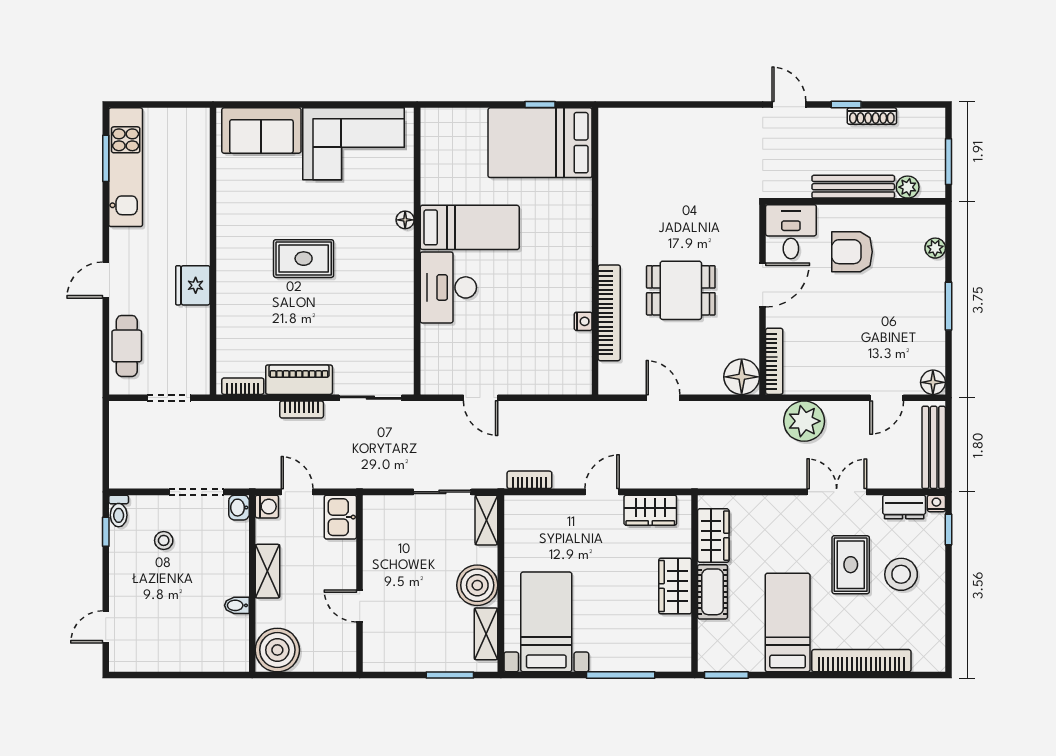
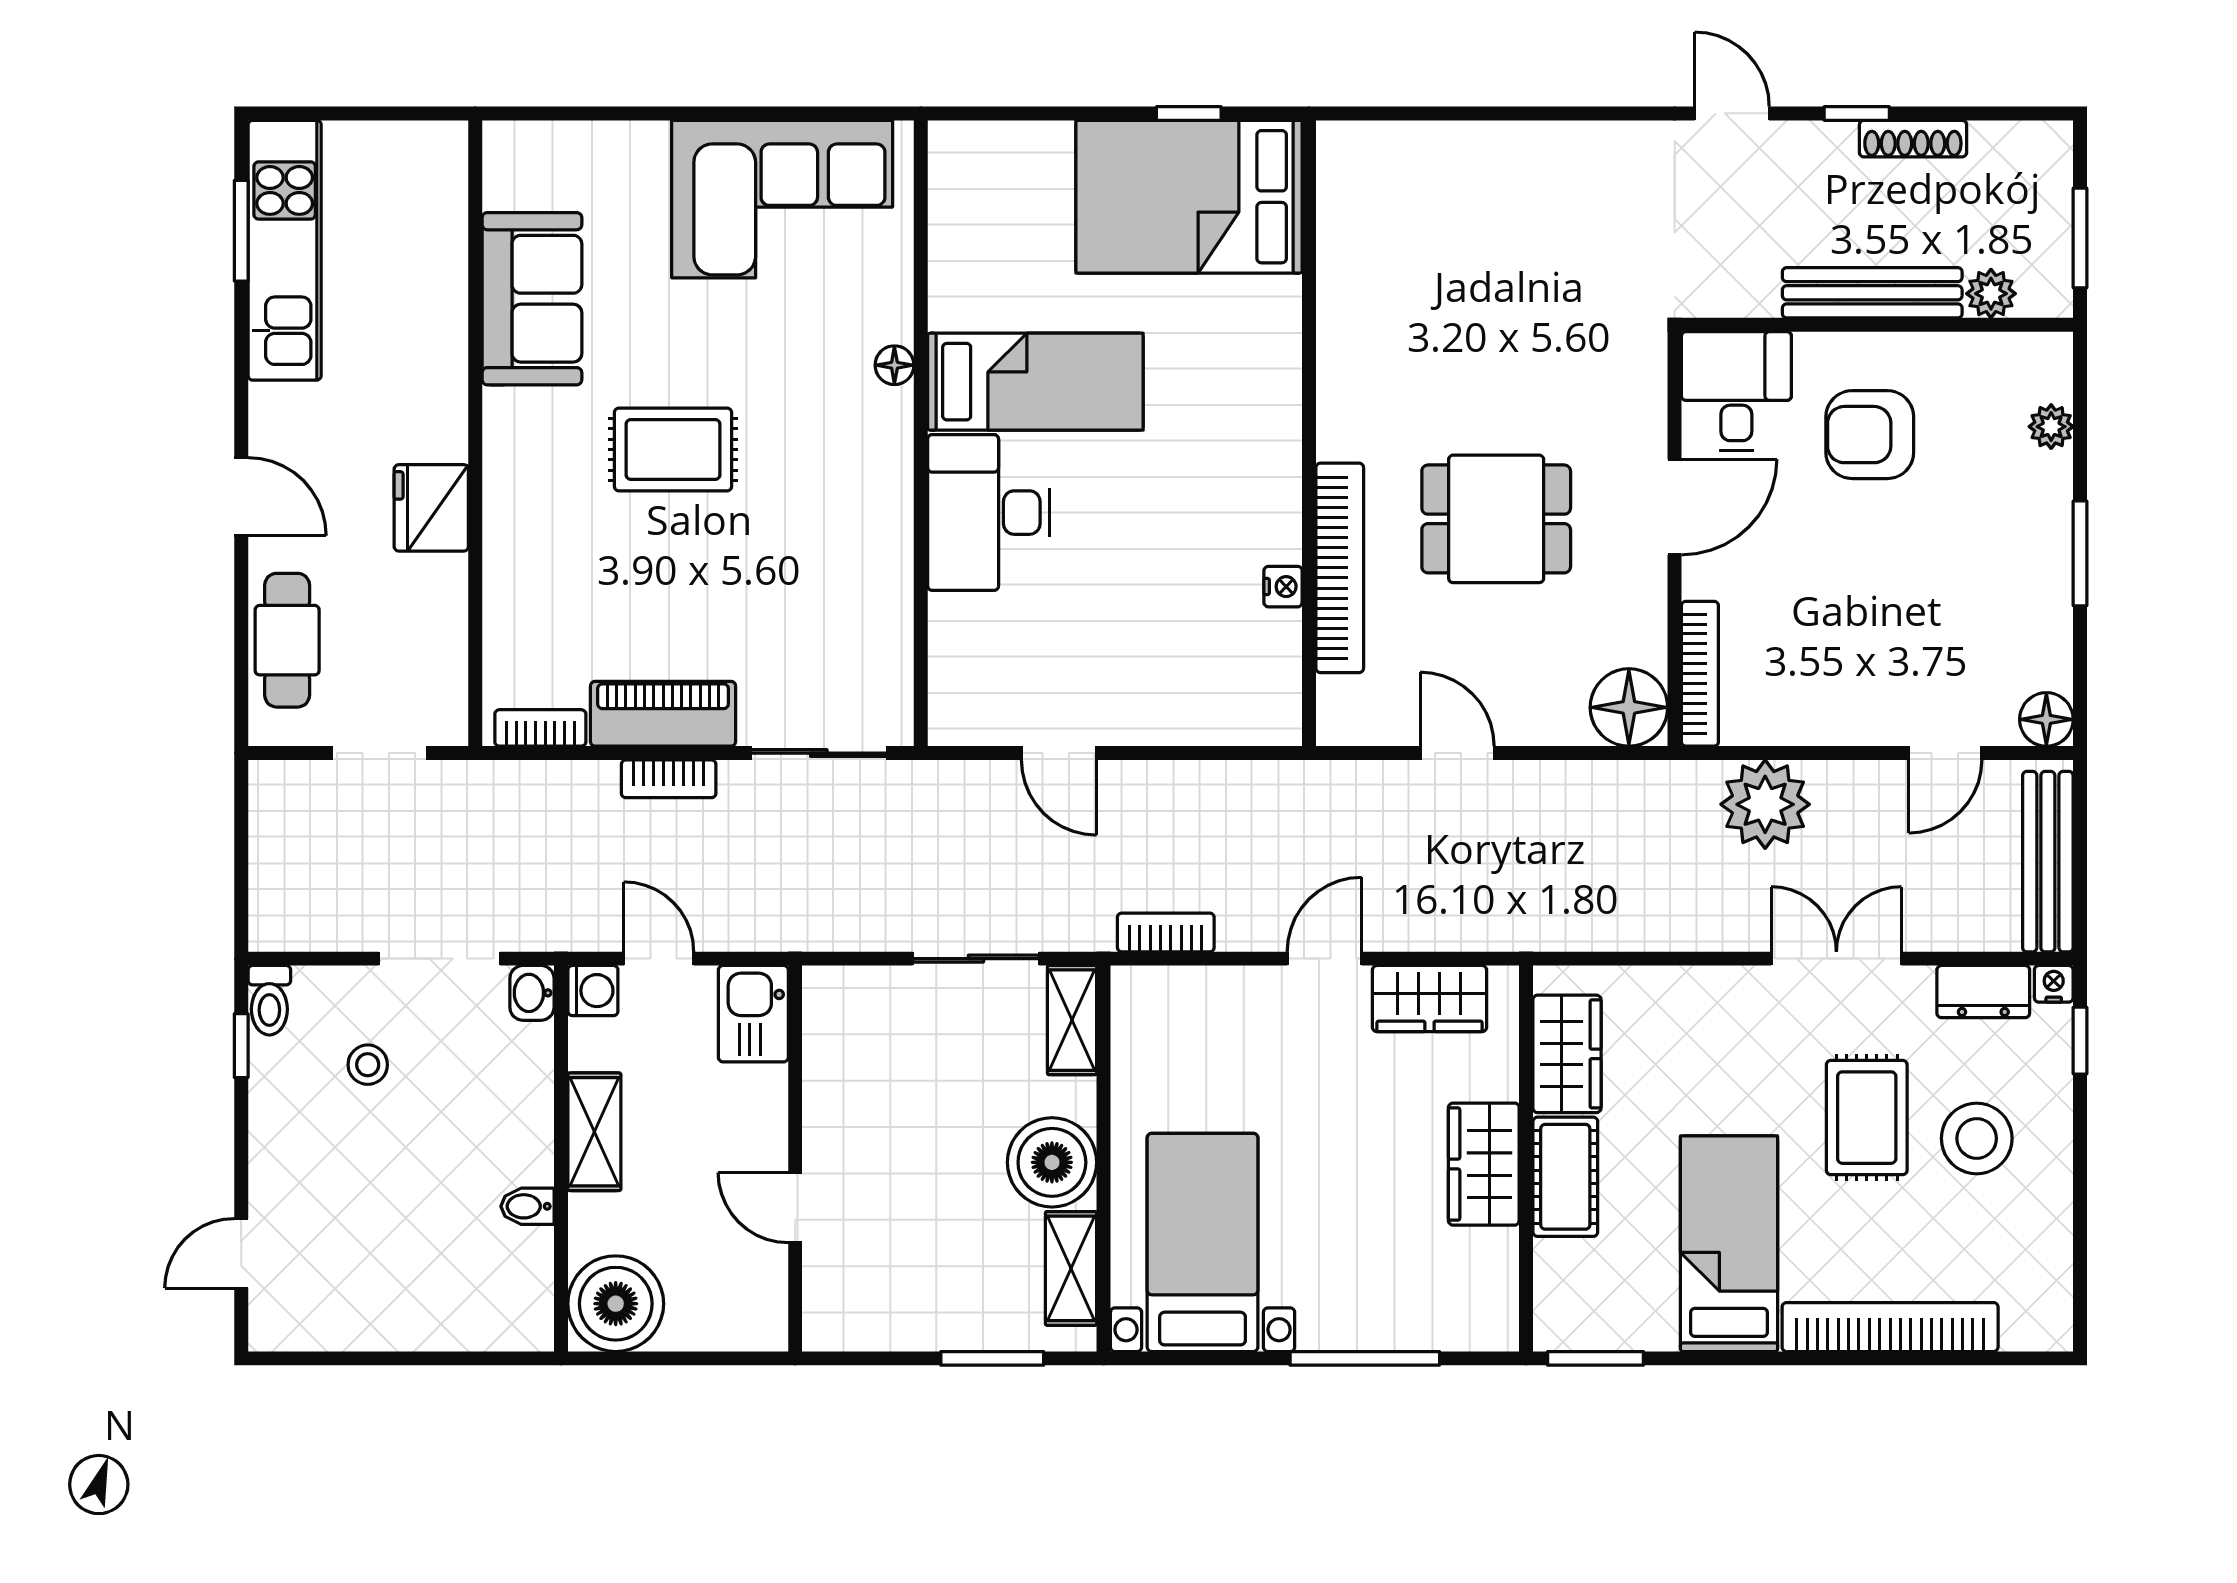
sofa: (261, 131) -> (532, 299), moved, turned -90
door: (106, 280) -> (241, 497), swing flipped

